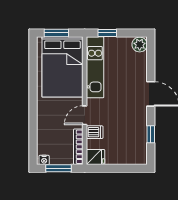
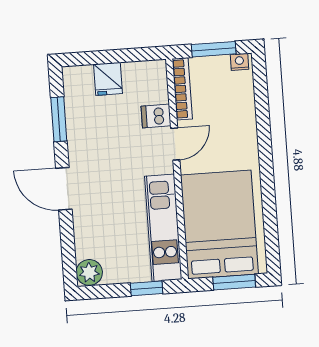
window: (151, 134) -> (59, 119), width x1.50
fridge: (95, 157) -> (108, 79), moved, turned -90

